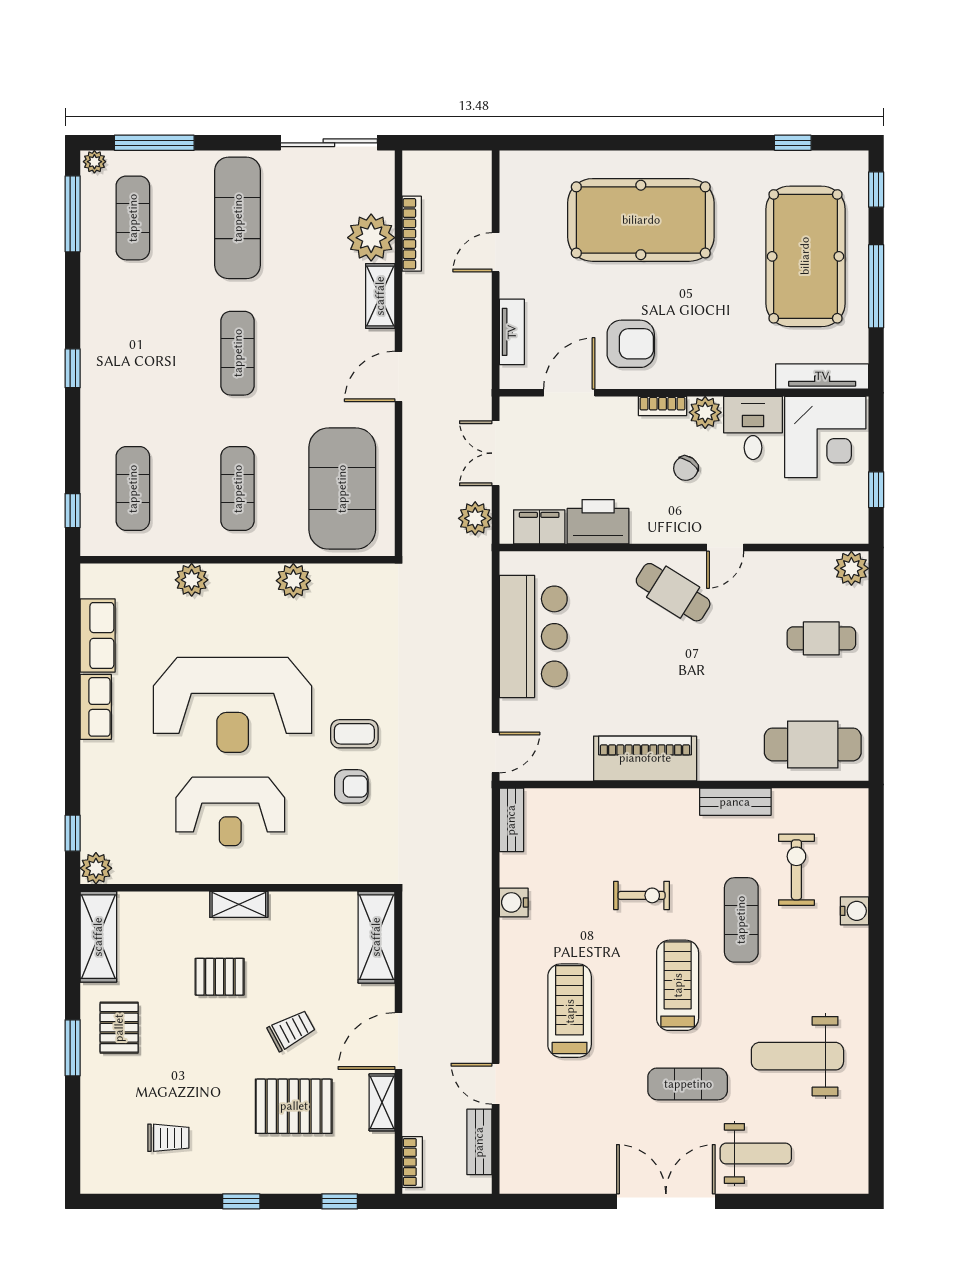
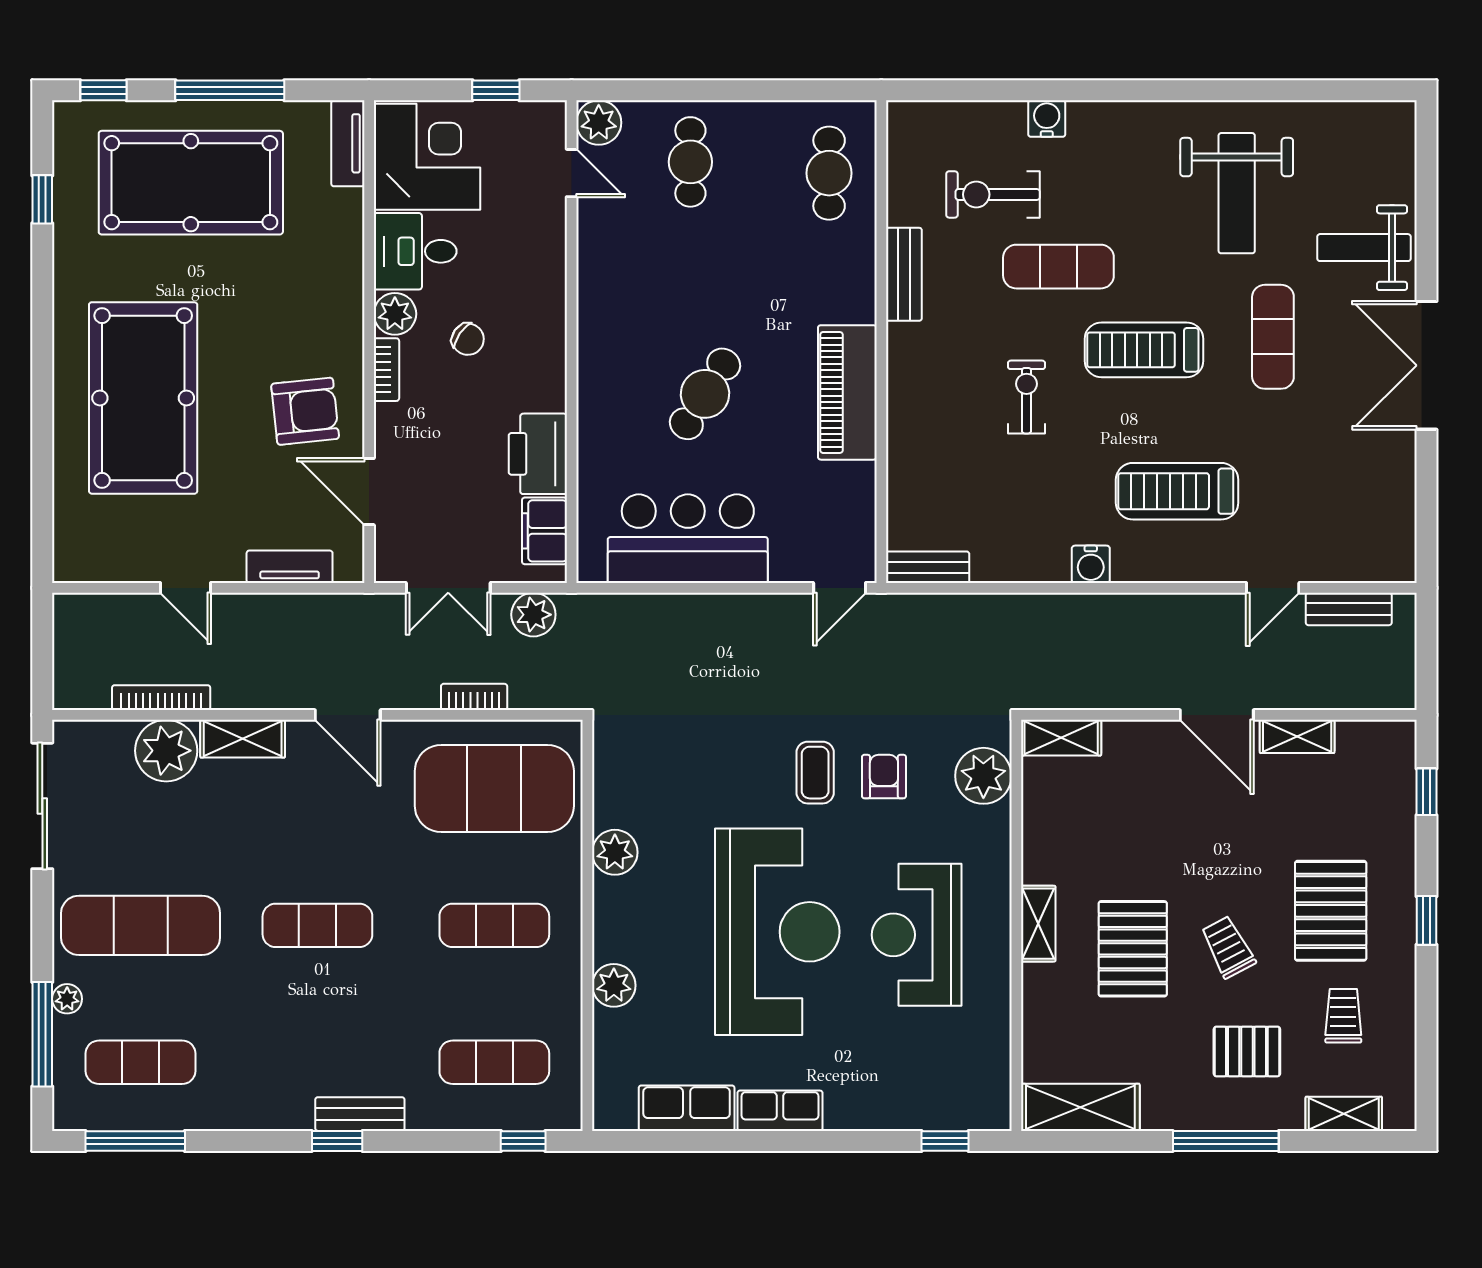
plant: (94, 162) -> (67, 999), moved
armchair: (631, 344) -> (305, 411), turned 84
tv unit: (822, 376) -> (348, 143), width x0.71
bench: (93, 386) -> (360, 1114), added
door: (725, 548) -> (572, 173), moved
cafe table: (673, 592) -> (705, 394), moved
cafe table: (813, 744) -> (829, 173), width x0.73, depth x0.74
door: (496, 752) -> (840, 588), swing flipped
reception desk: (230, 811) -> (917, 935), turned 180
plant: (96, 868) -> (983, 776), moved, width x1.36, depth x1.36
water cooler: (514, 902) -> (1091, 564), moved
shelving: (376, 937) -> (1061, 738), width x0.67, depth x0.75
pallet: (220, 977) -> (1133, 949), width x1.50, depth x1.42
pallet: (119, 1028) -> (1247, 1051), moved
trolley: (291, 1030) -> (1228, 947), moved
window: (73, 1048) -> (1226, 1141), width x1.44
pallet: (294, 1106) -> (1331, 911), moved
shelving: (93, 1138) -> (1344, 1114), added
weight bench: (756, 1154) -> (1364, 248), turned -90
bookcase: (412, 1162) -> (474, 697), moved

